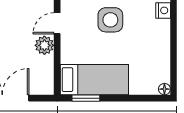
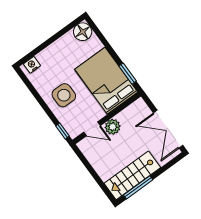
bed: (94, 80) -> (106, 81), width x1.50
floor lamp: (164, 89) -> (83, 32), width x1.89, depth x1.89

